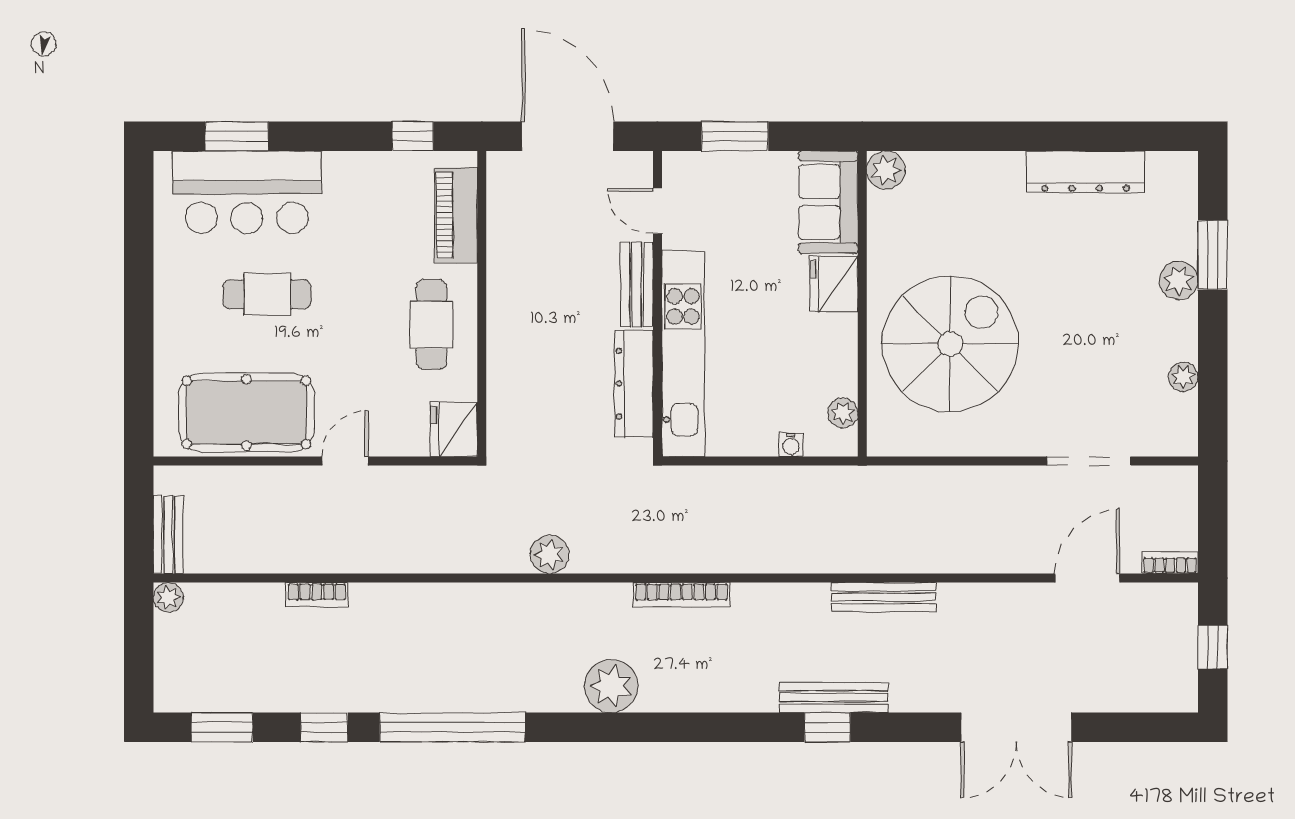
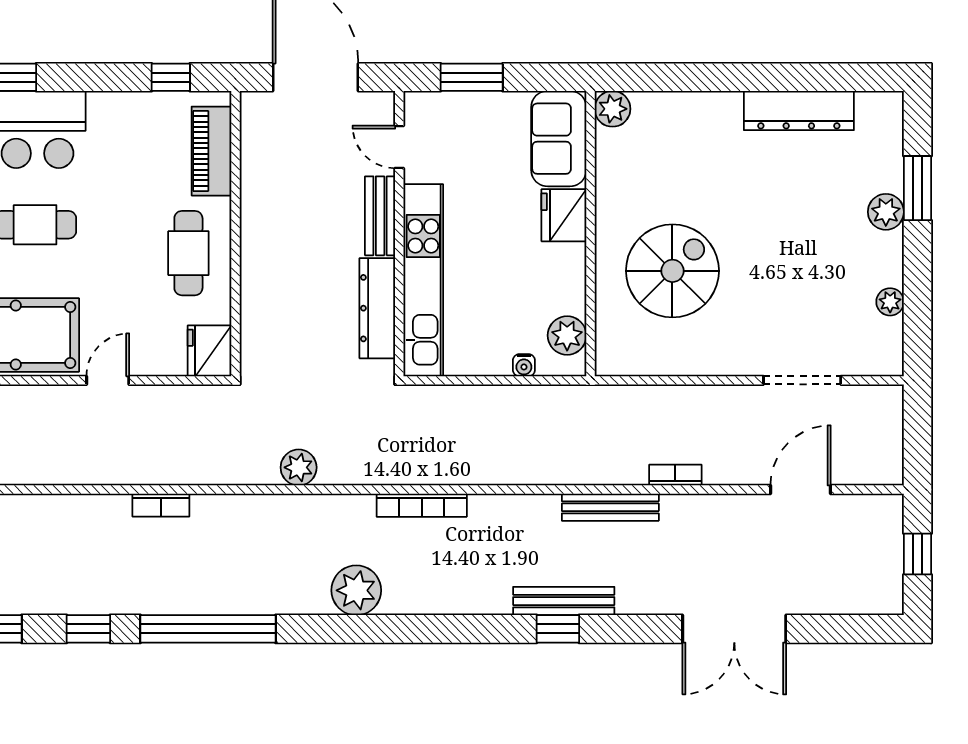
spiral stairs: (950, 344) -> (672, 271), width x0.73, depth x0.73
plant: (843, 413) -> (567, 335), width x1.38, depth x1.38
bookcase: (1170, 562) -> (675, 475), moved
bookcase: (317, 595) -> (161, 505), moved

